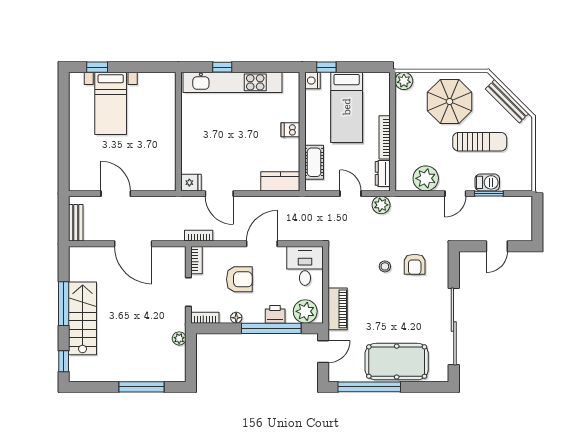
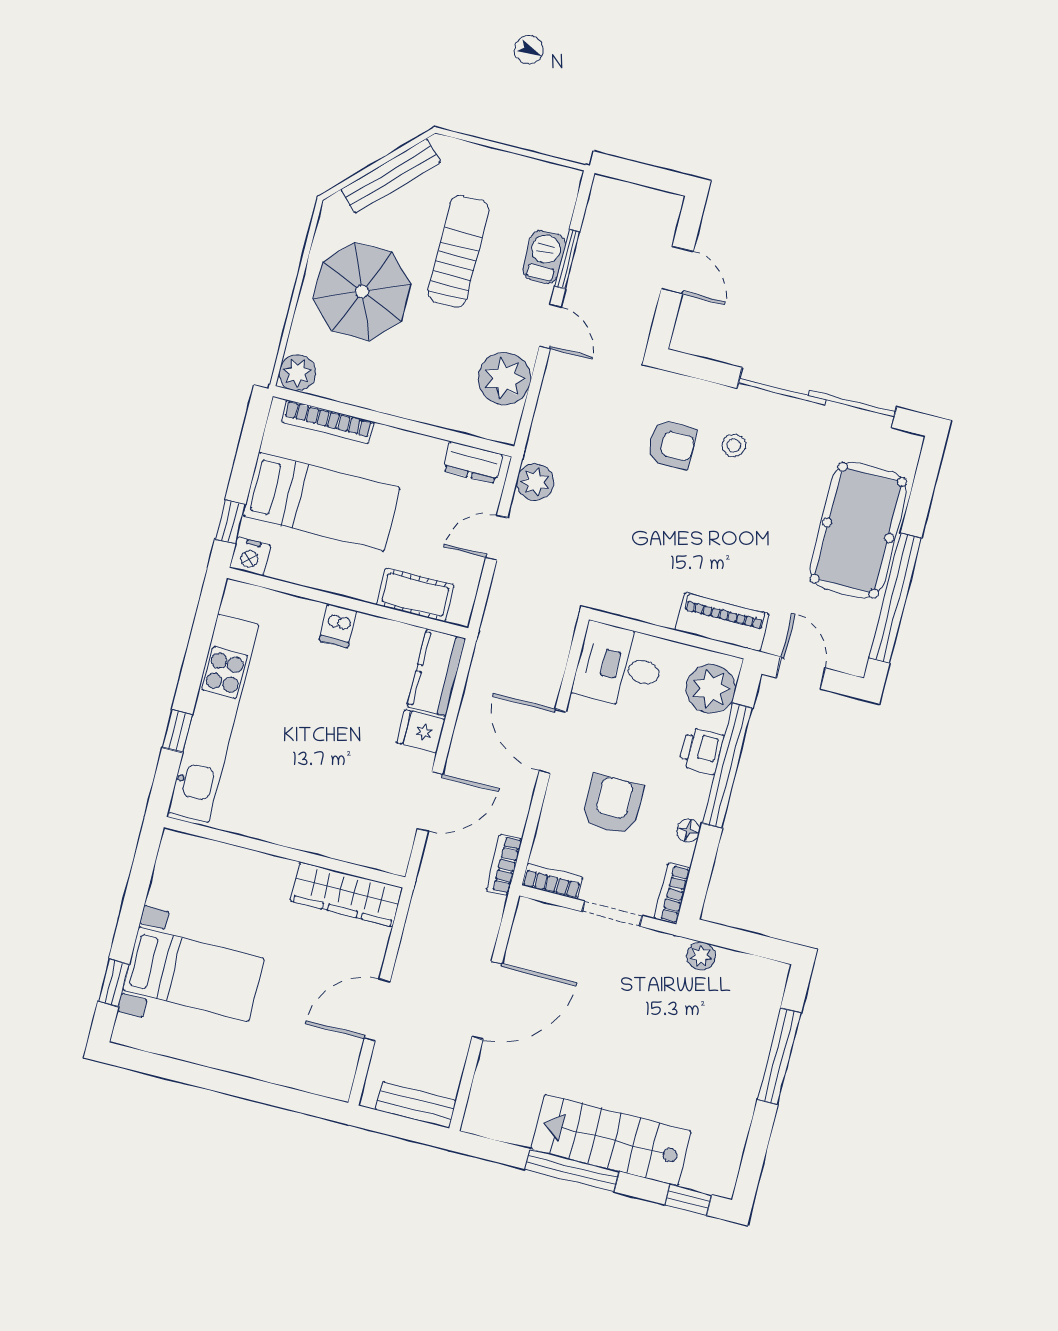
bookcase: (385, 137) -> (328, 422), moved
wardrobe: (166, 166) -> (347, 894), added
fridge: (191, 183) -> (421, 731), moved, turned -90
stool: (385, 266) -> (734, 445), moved

